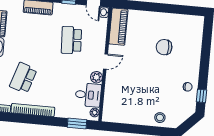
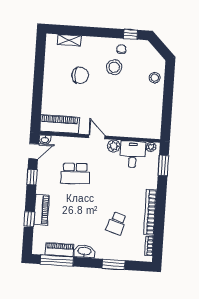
shelving: (197, 38) -> (69, 40), added
chair: (164, 47) -> (80, 75), turned -90
school desk: (23, 78) -> (116, 223), width x0.54
stool: (171, 80) -> (114, 67), added

